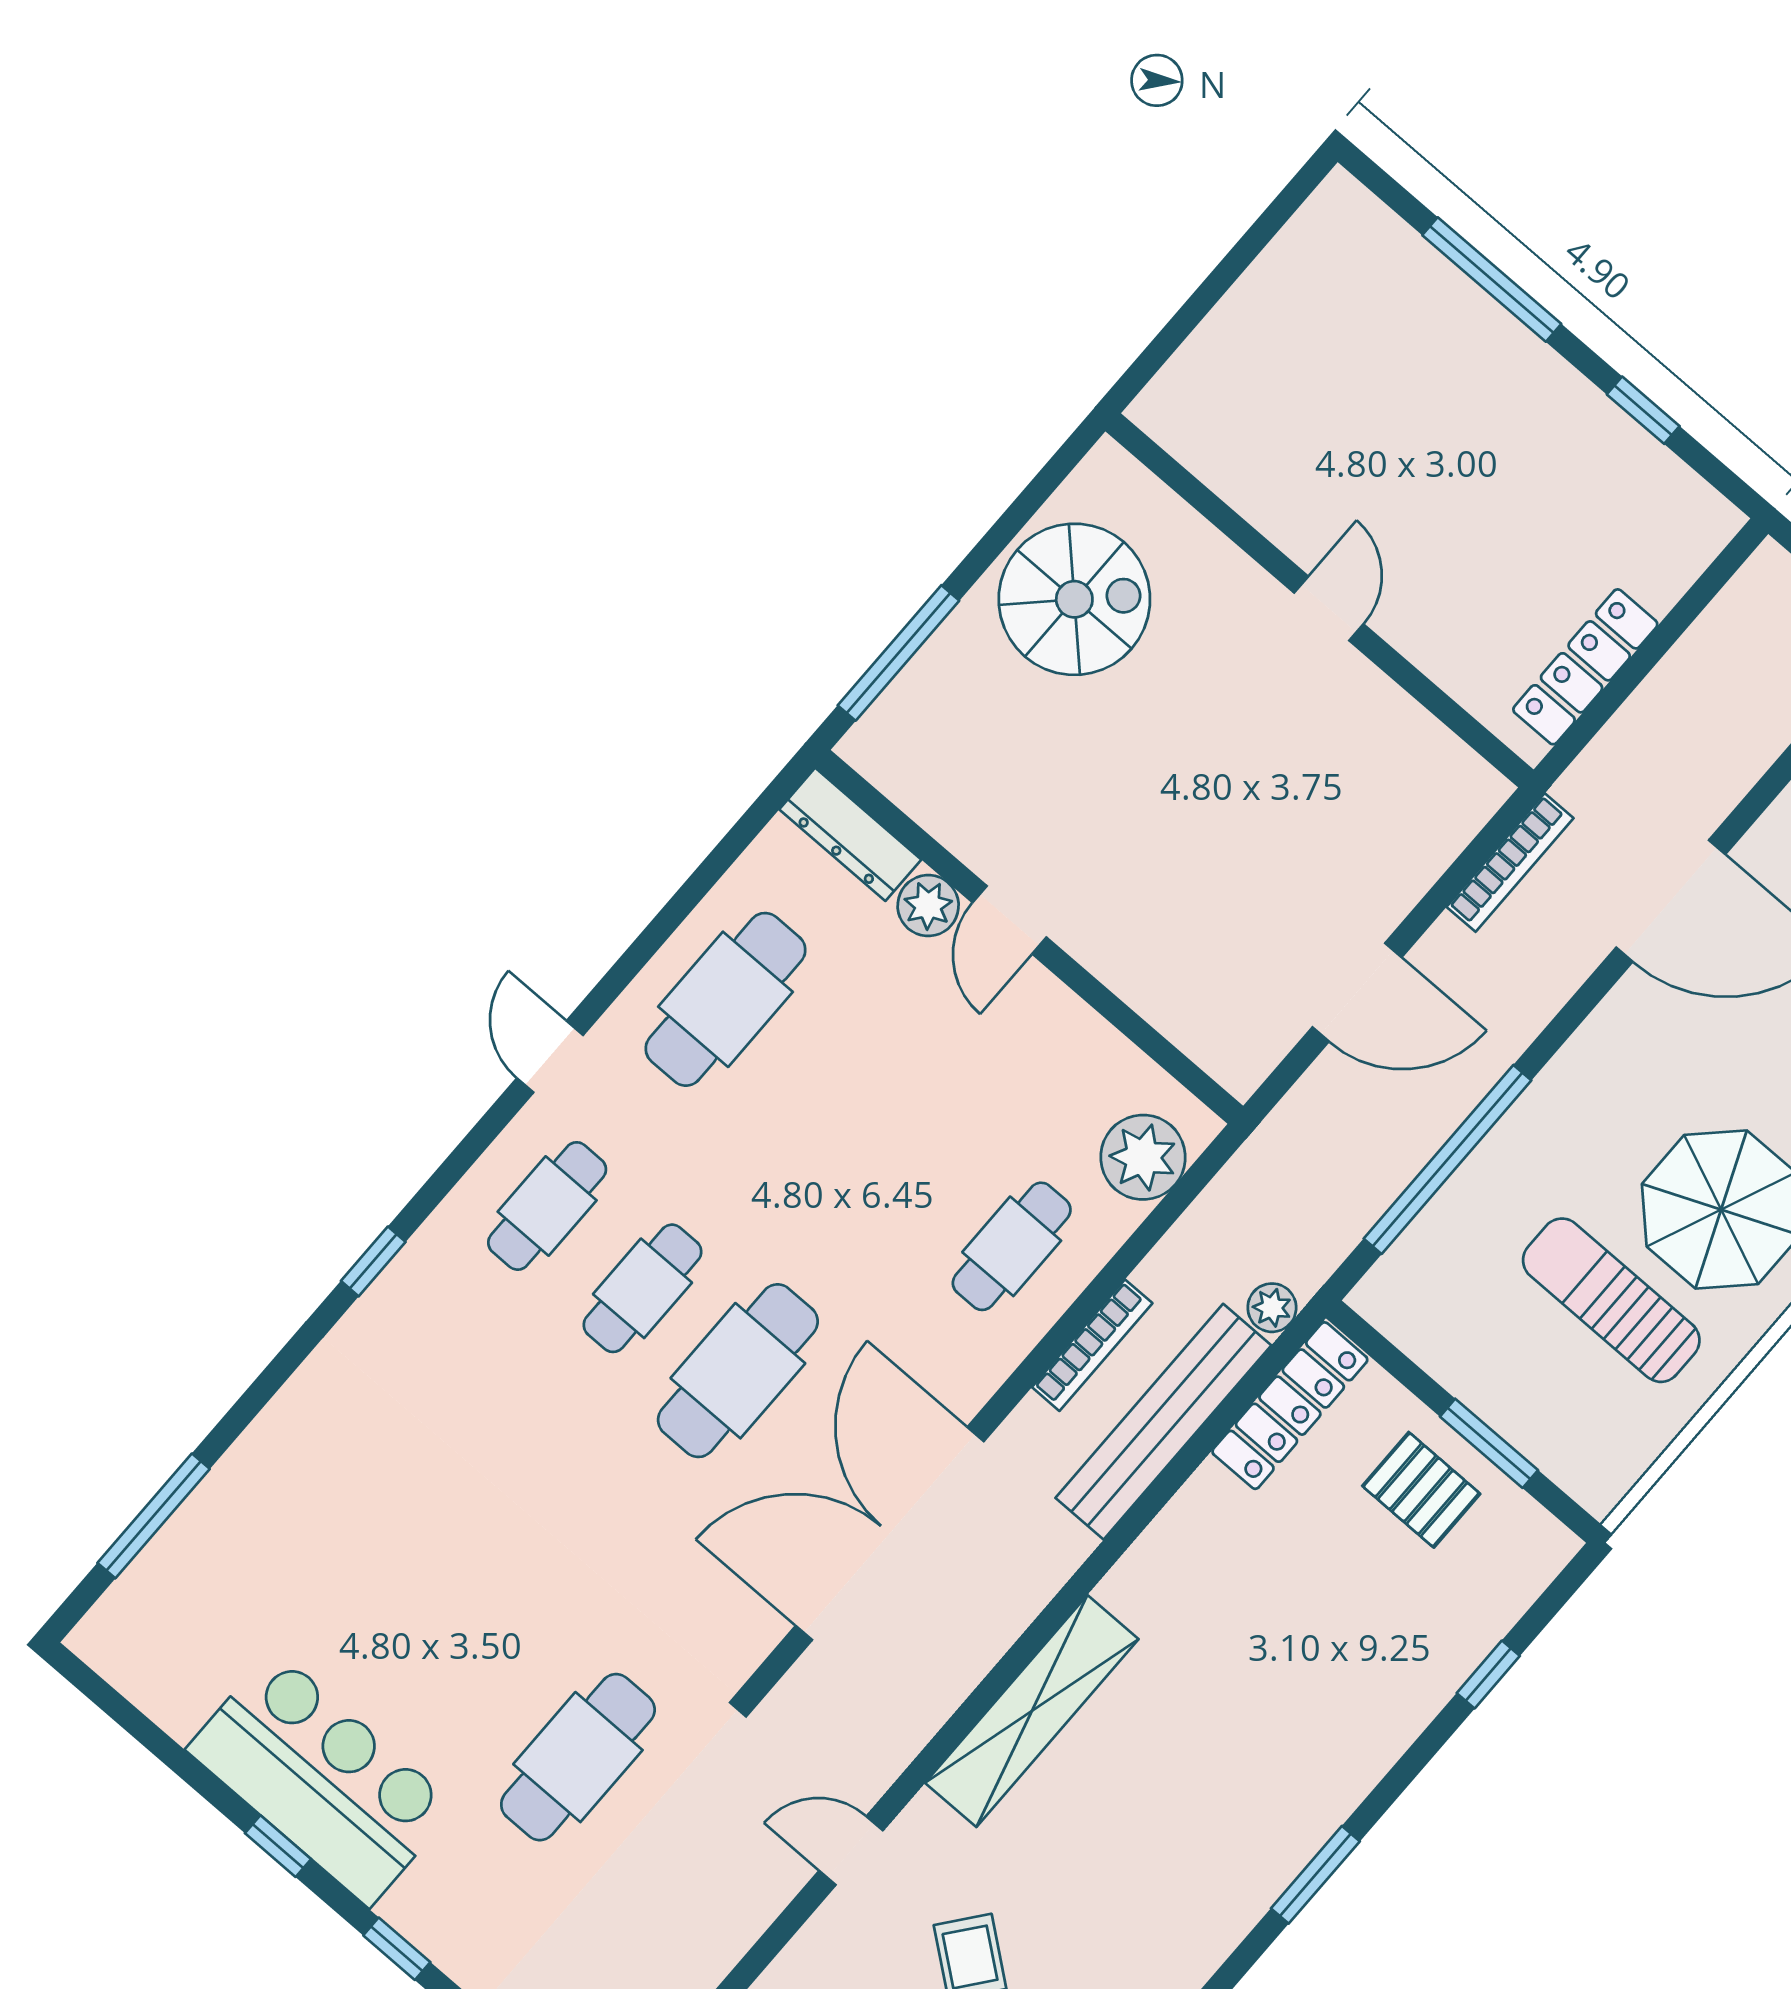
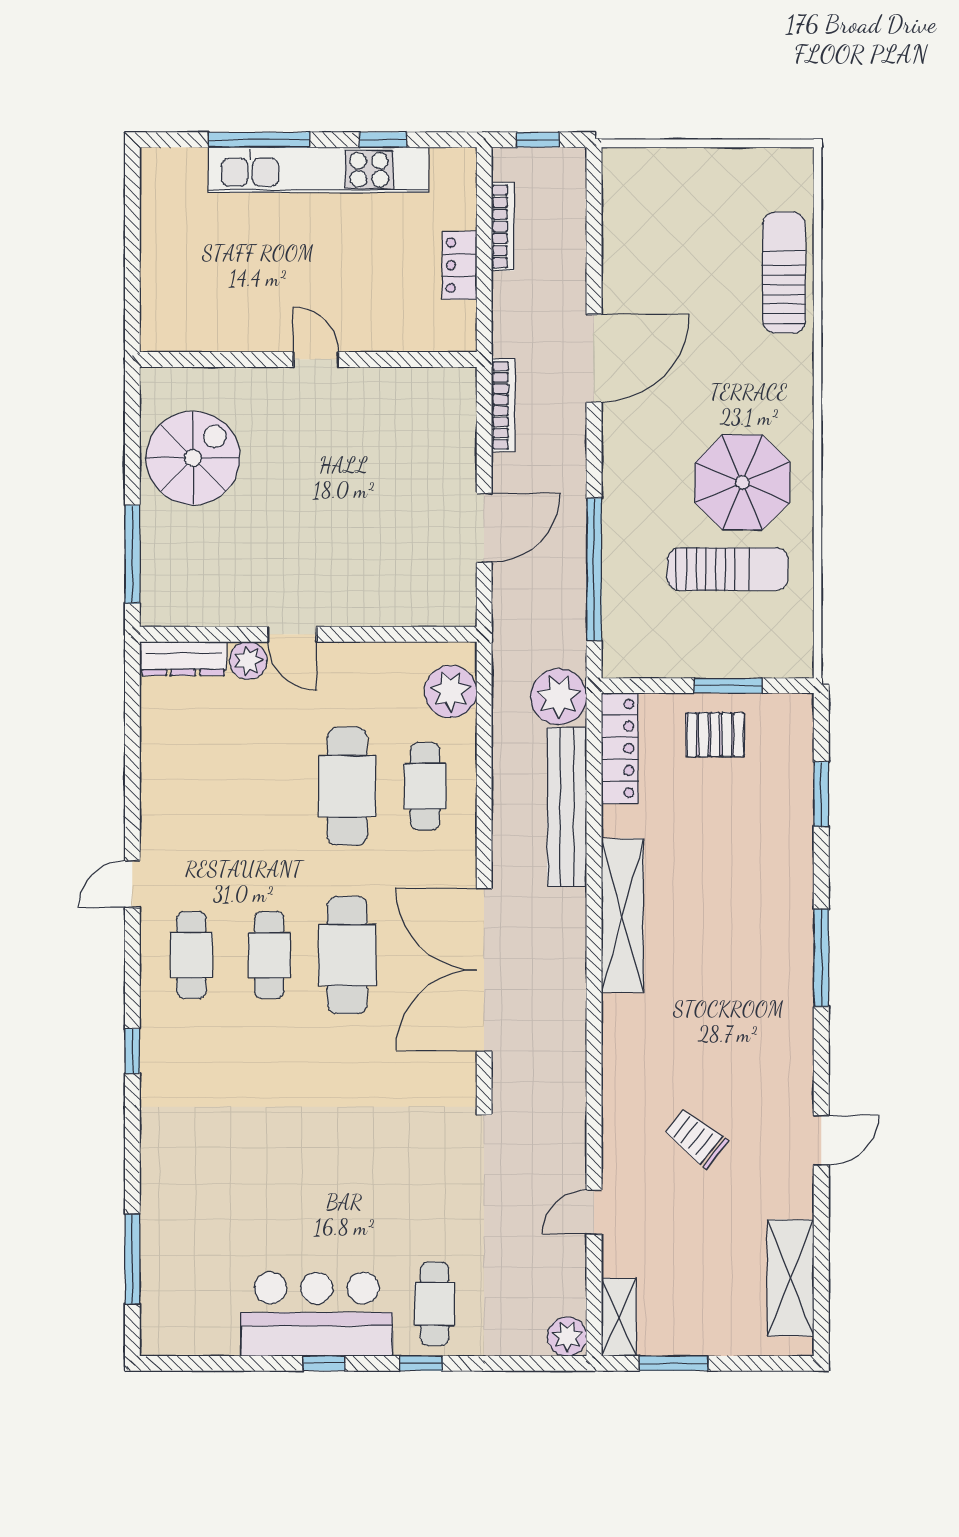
kitchen unit: (1532, 379) -> (318, 170), added
locker: (1585, 667) -> (460, 265), width x0.66
cafe table: (726, 999) -> (347, 786), moved
door: (550, 1057) -> (132, 884), hinge flipped
sun lounger: (1611, 1300) -> (728, 569), turned 180
plant: (1272, 1308) -> (559, 697), width x1.88, depth x1.88
bookcase: (1092, 1345) -> (503, 226), moved
window: (1488, 1674) -> (821, 794), width x1.50
shelving: (1032, 1711) -> (622, 916), moved
cafe table: (578, 1757) -> (435, 1304), moved, width x0.73, depth x0.74
door: (851, 1851) -> (594, 1212), moved
window: (1315, 1875) -> (821, 958), width x1.44

